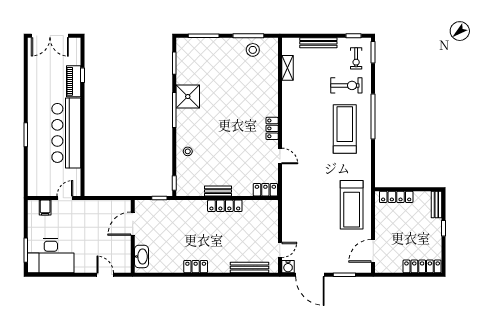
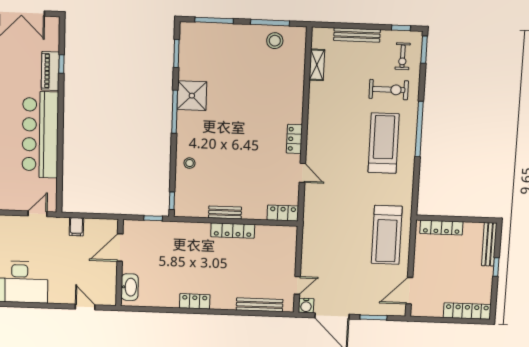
bench: (436, 204) -> (489, 244), width x1.36
filing cabinet: (45, 207) -> (76, 227), moved

